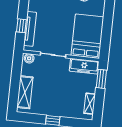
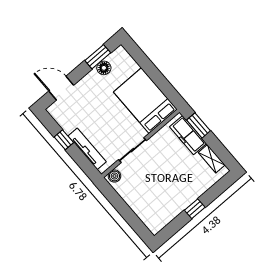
window: (21, 26) -> (64, 140), moved
freezer: (84, 66) -> (188, 135), moved, turned 90
shelving: (25, 92) -> (143, 210), removed

